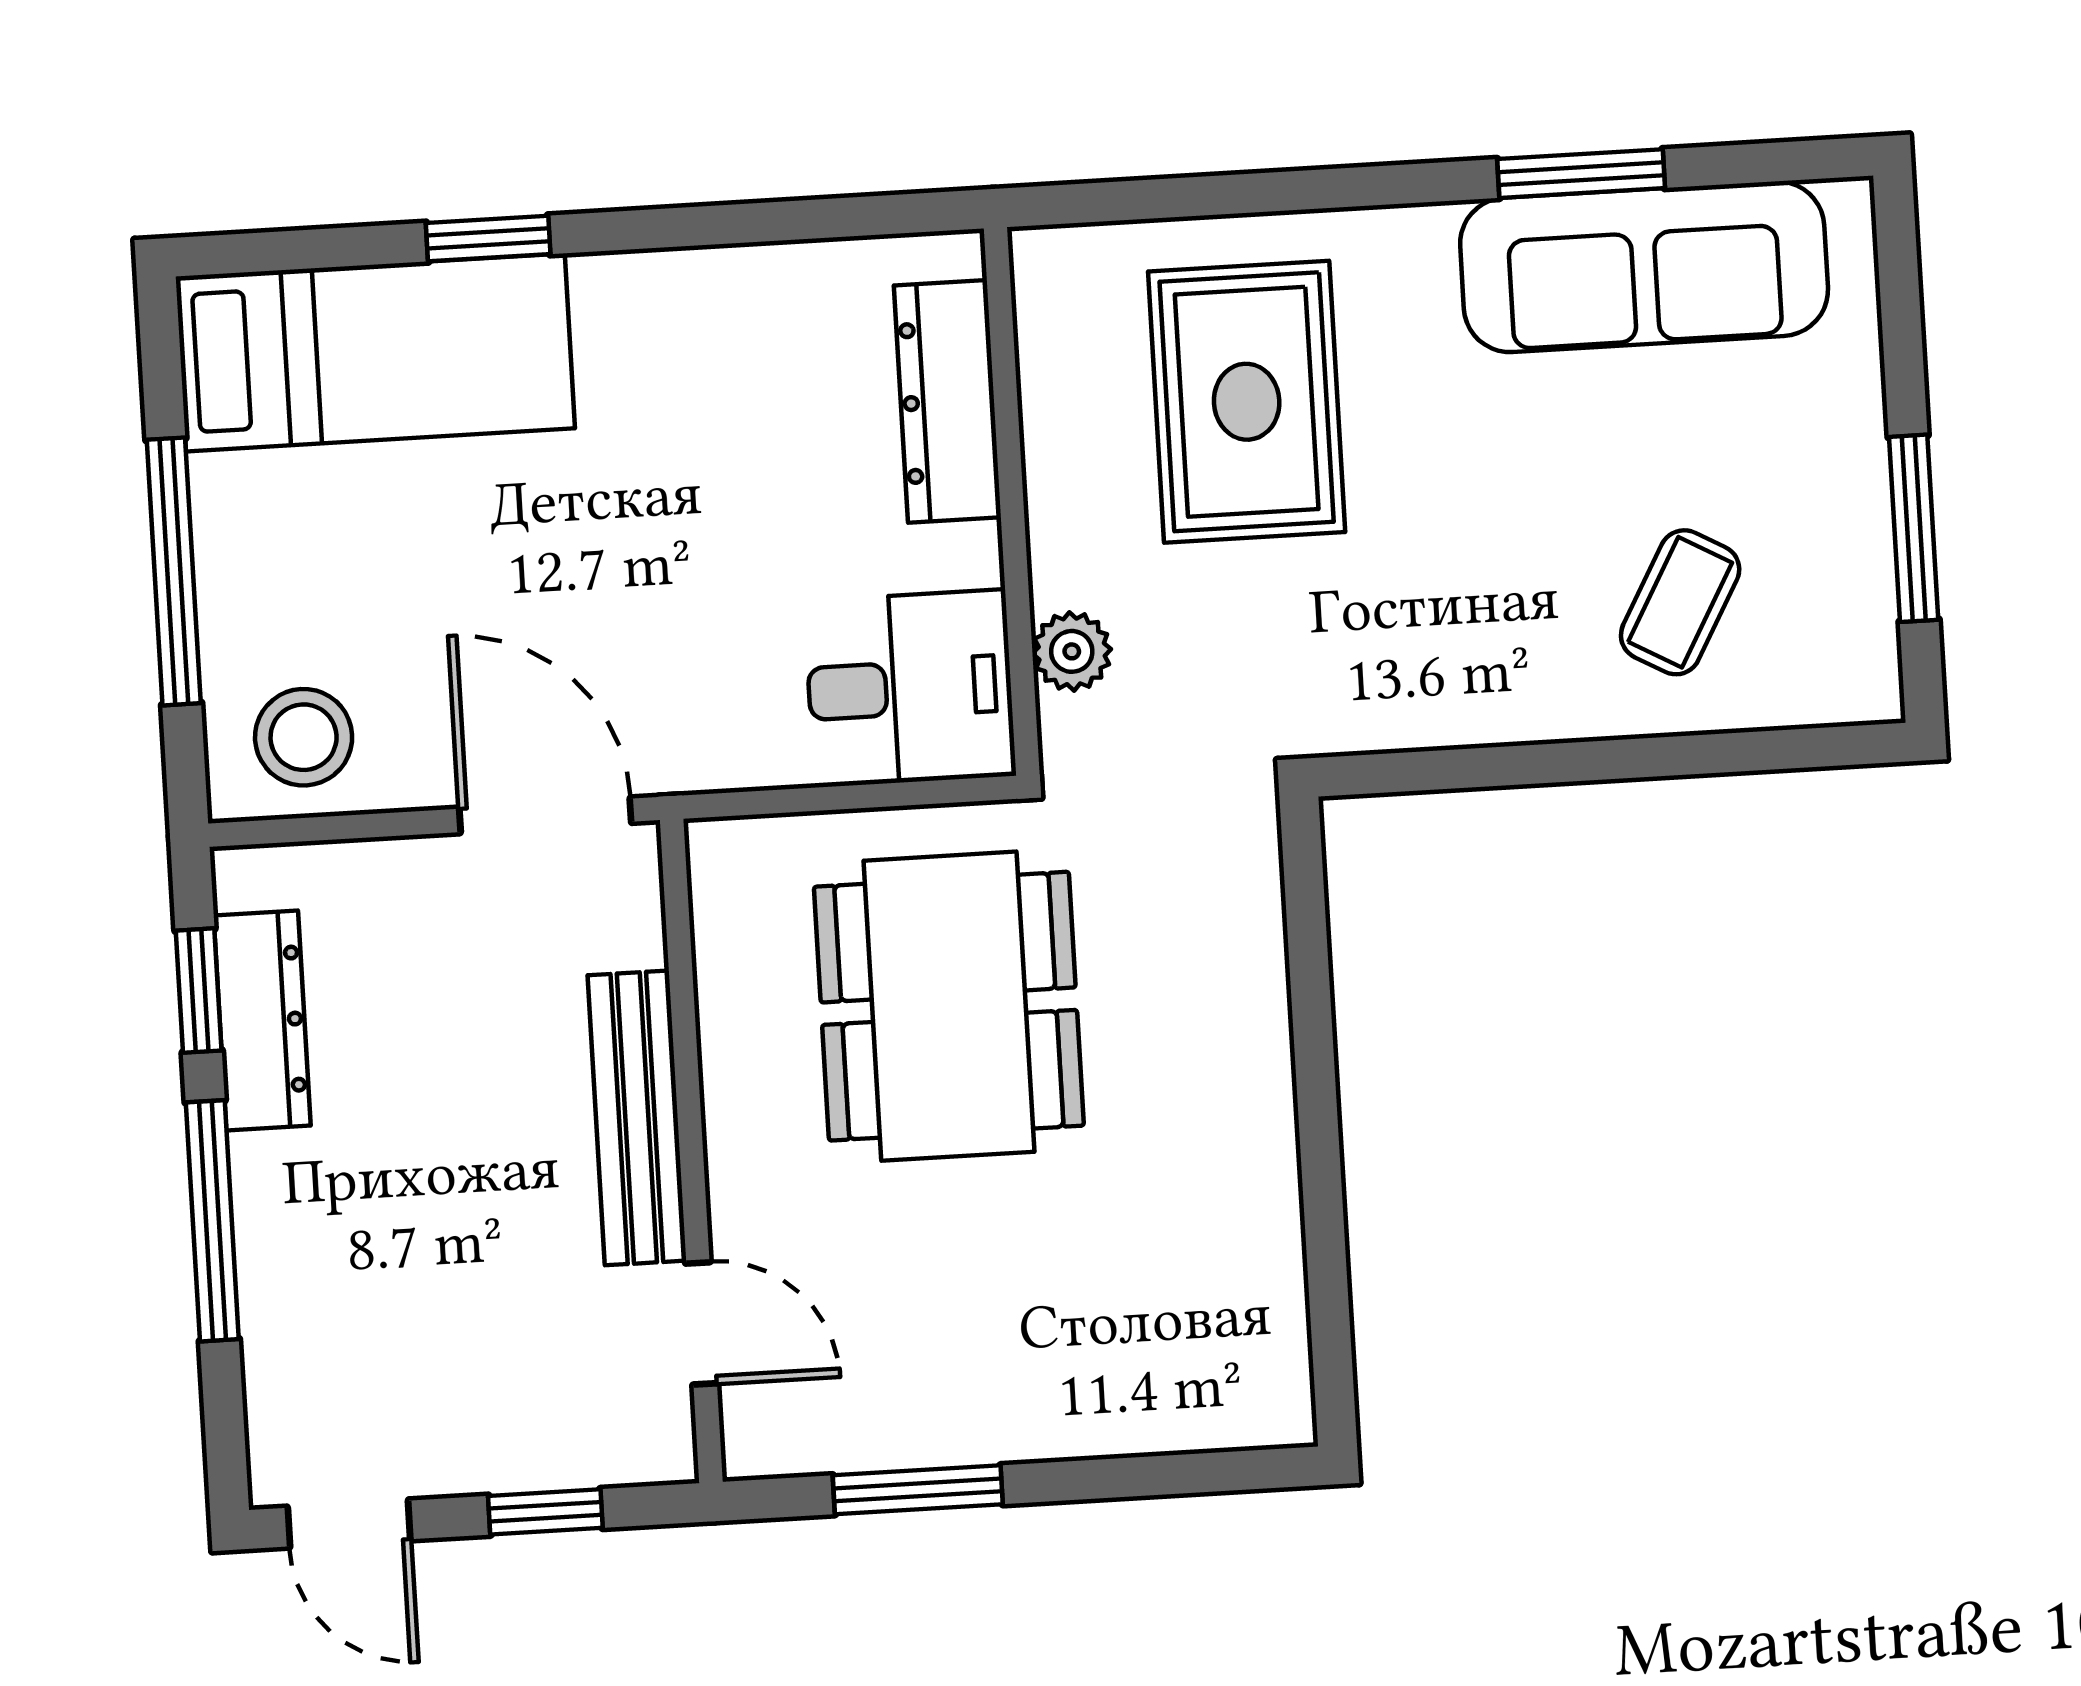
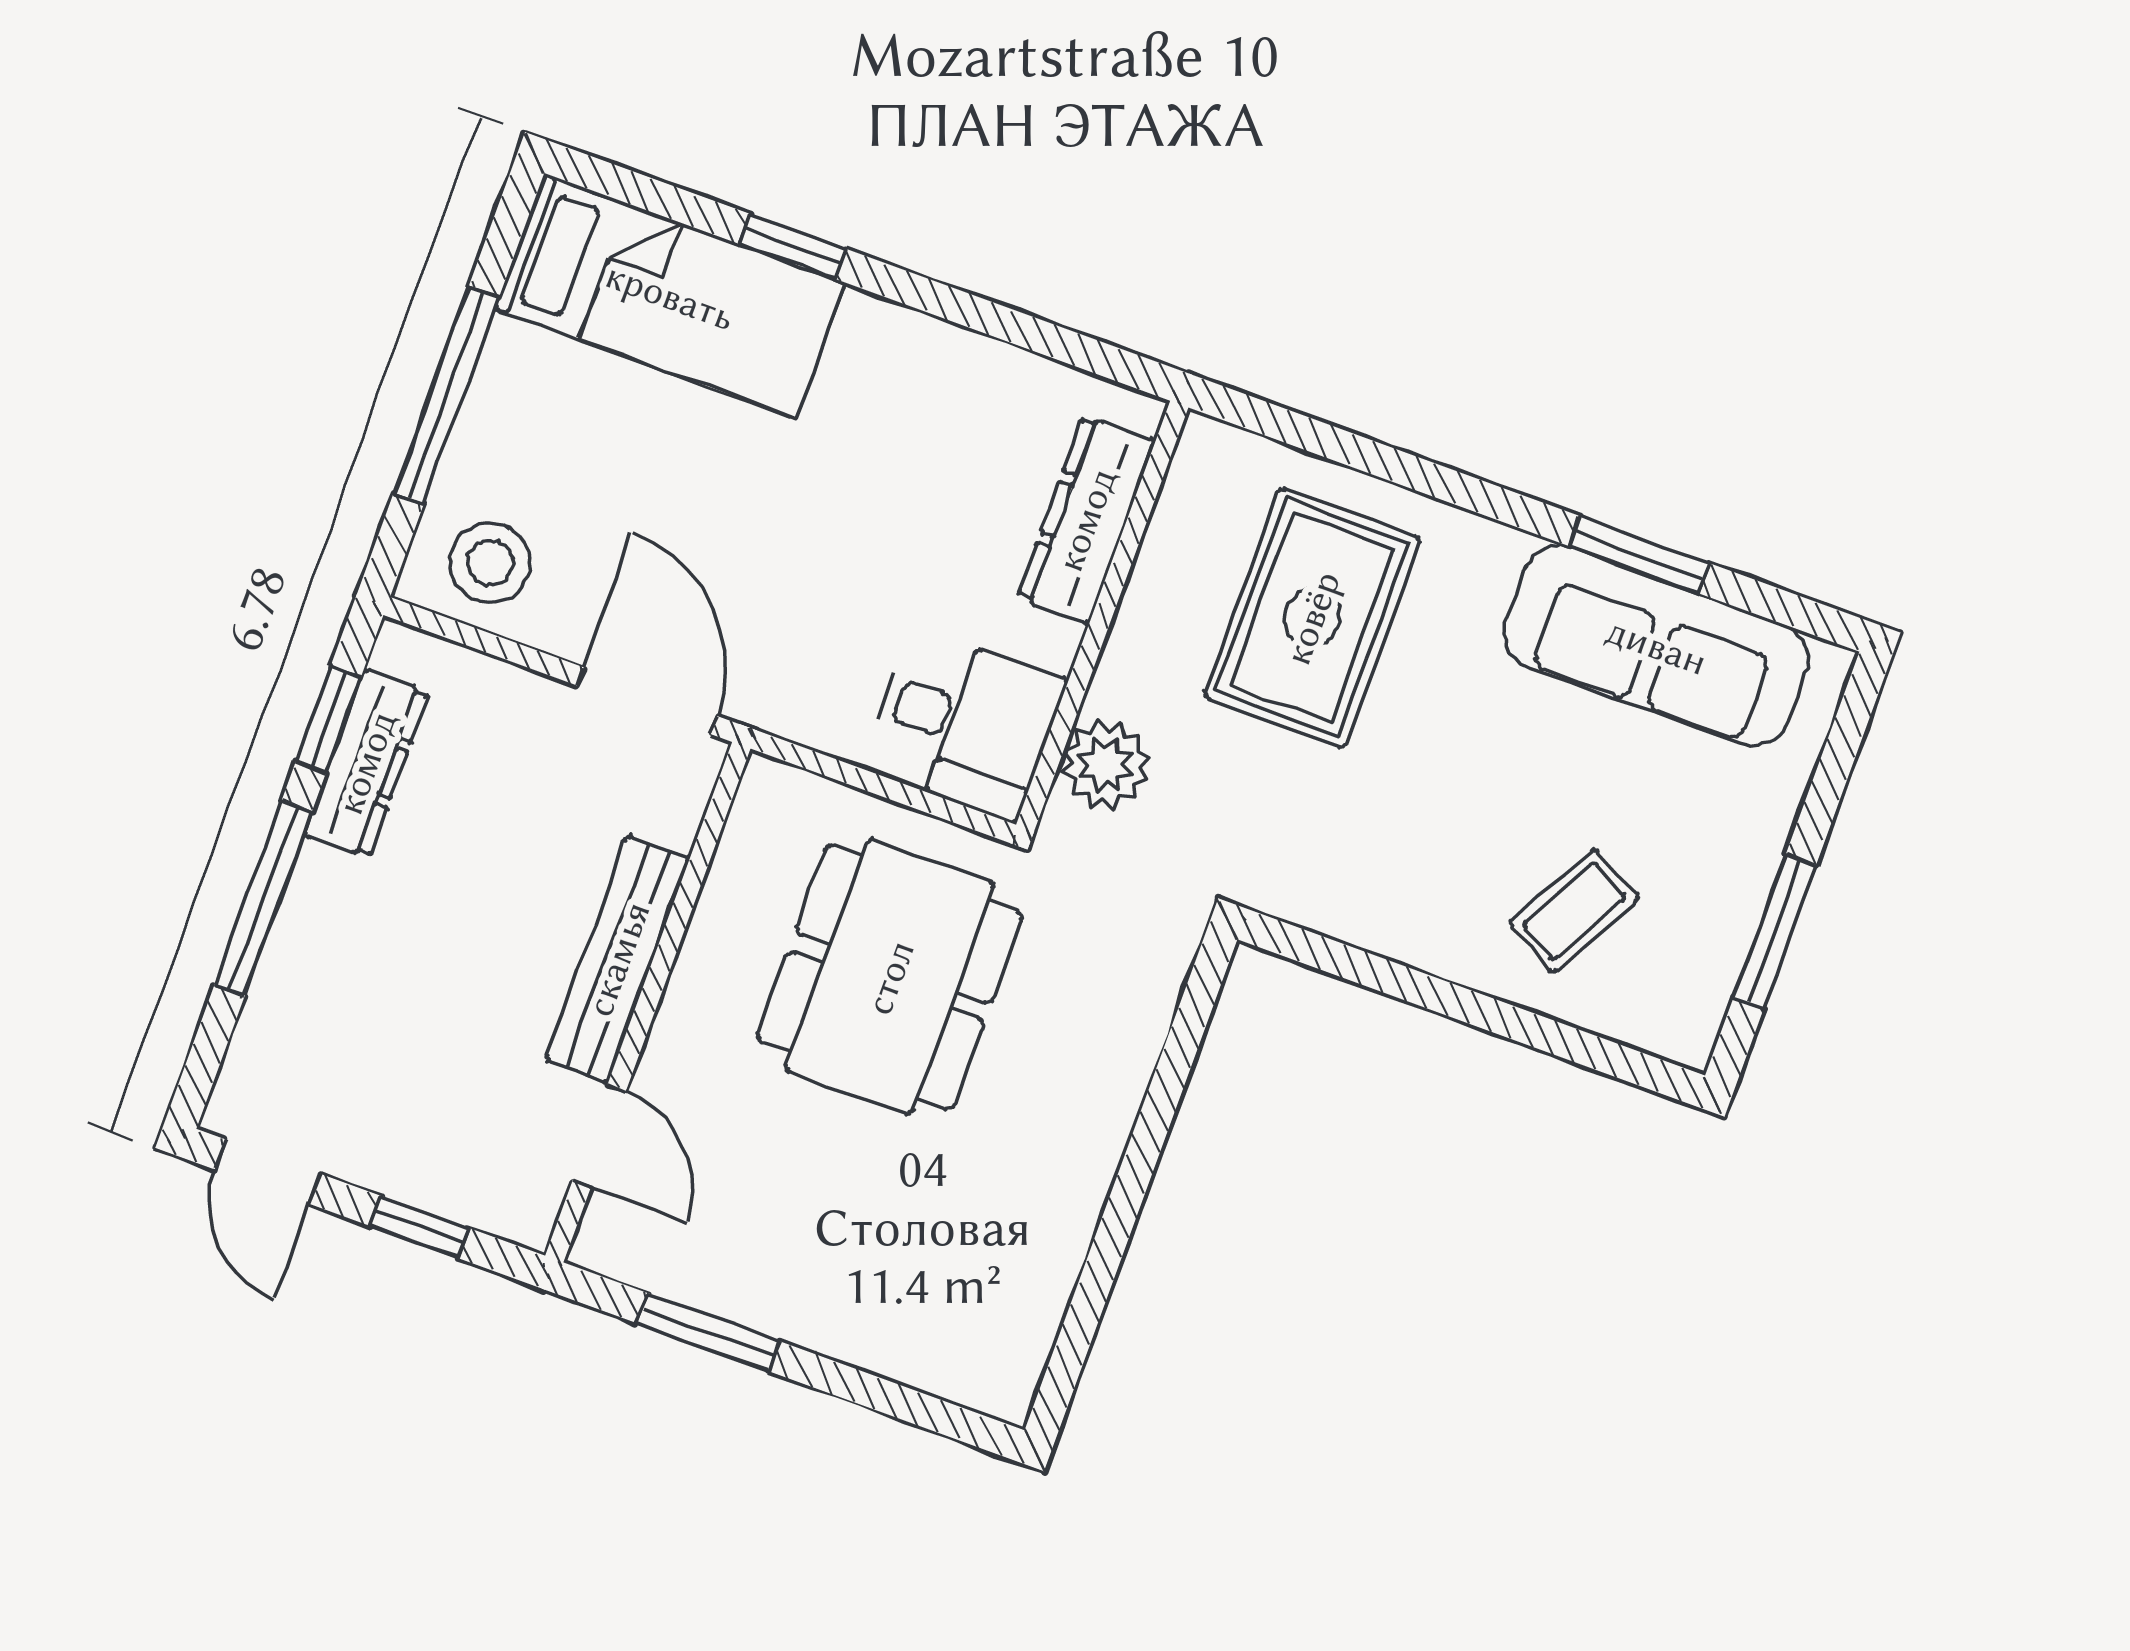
plant: (1072, 651) -> (1106, 765), width x1.38, depth x1.38

